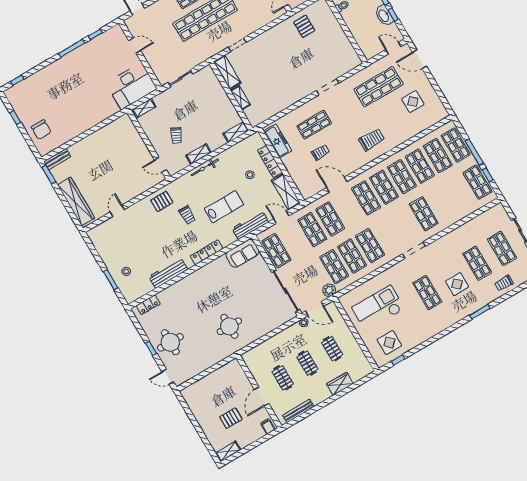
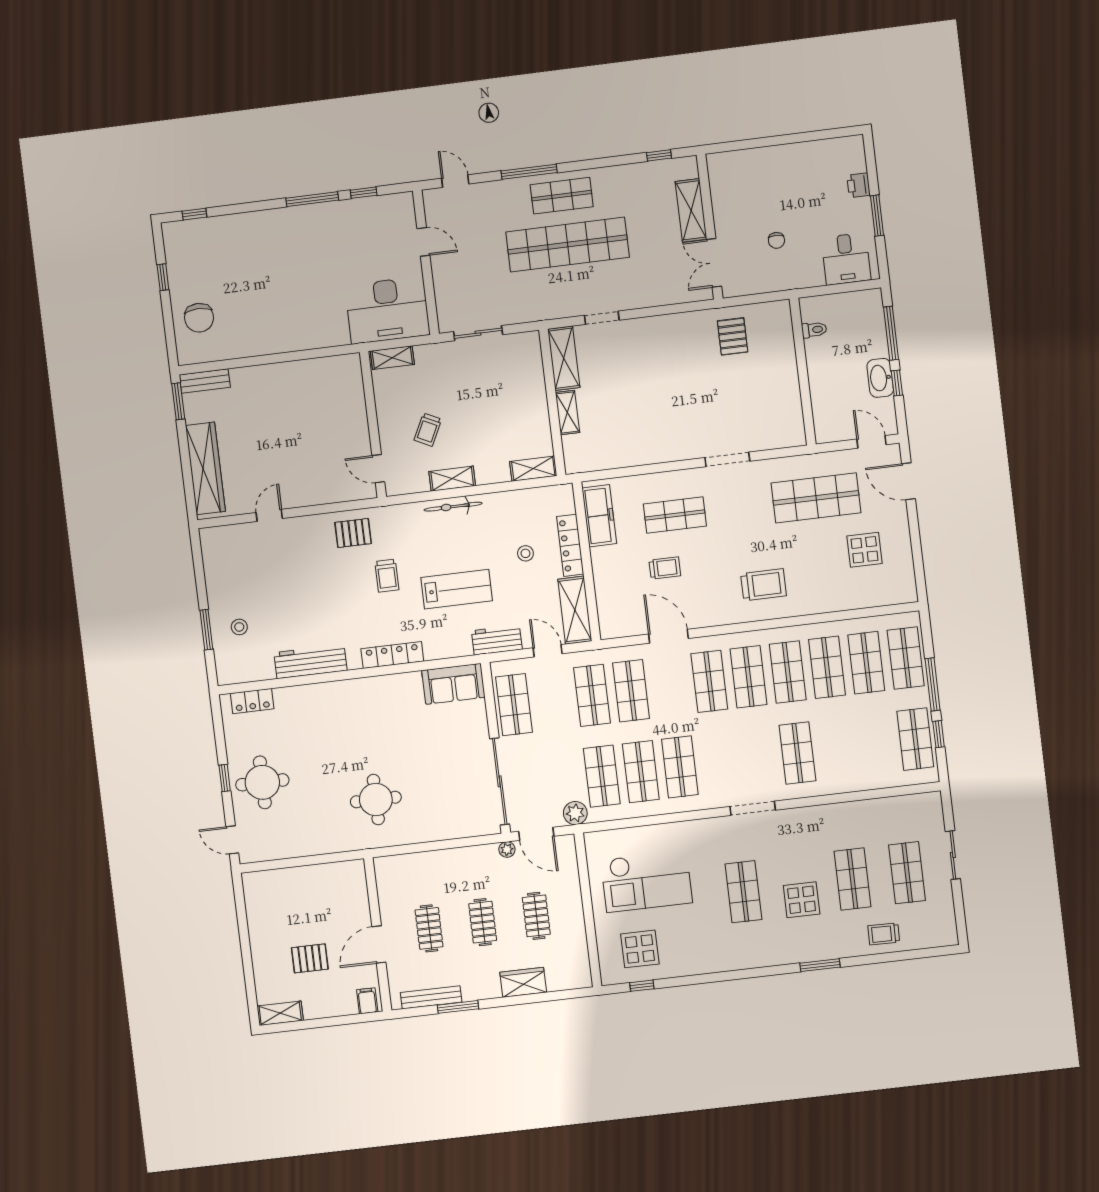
workbench: (250, 225) -> (497, 640), width x0.73
checkout: (378, 308) -> (647, 881), turned 180
window: (313, 410) -> (458, 1007), added

